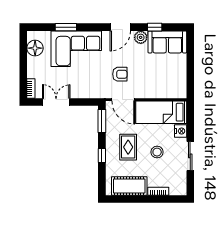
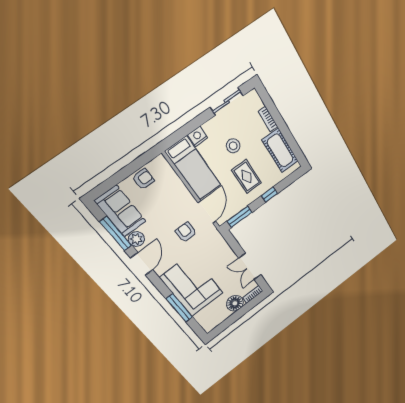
window: (66, 27) -> (179, 308), width x1.44
door: (120, 27) -> (142, 264), hinge flipped
window: (155, 27) -> (116, 234), width x2.17
floor lamp: (35, 48) -> (235, 303), moved
armchair: (178, 73) -> (143, 179), added
rug: (128, 147) -> (247, 176), turned 90
sliding door: (190, 156) -> (227, 101), moved

